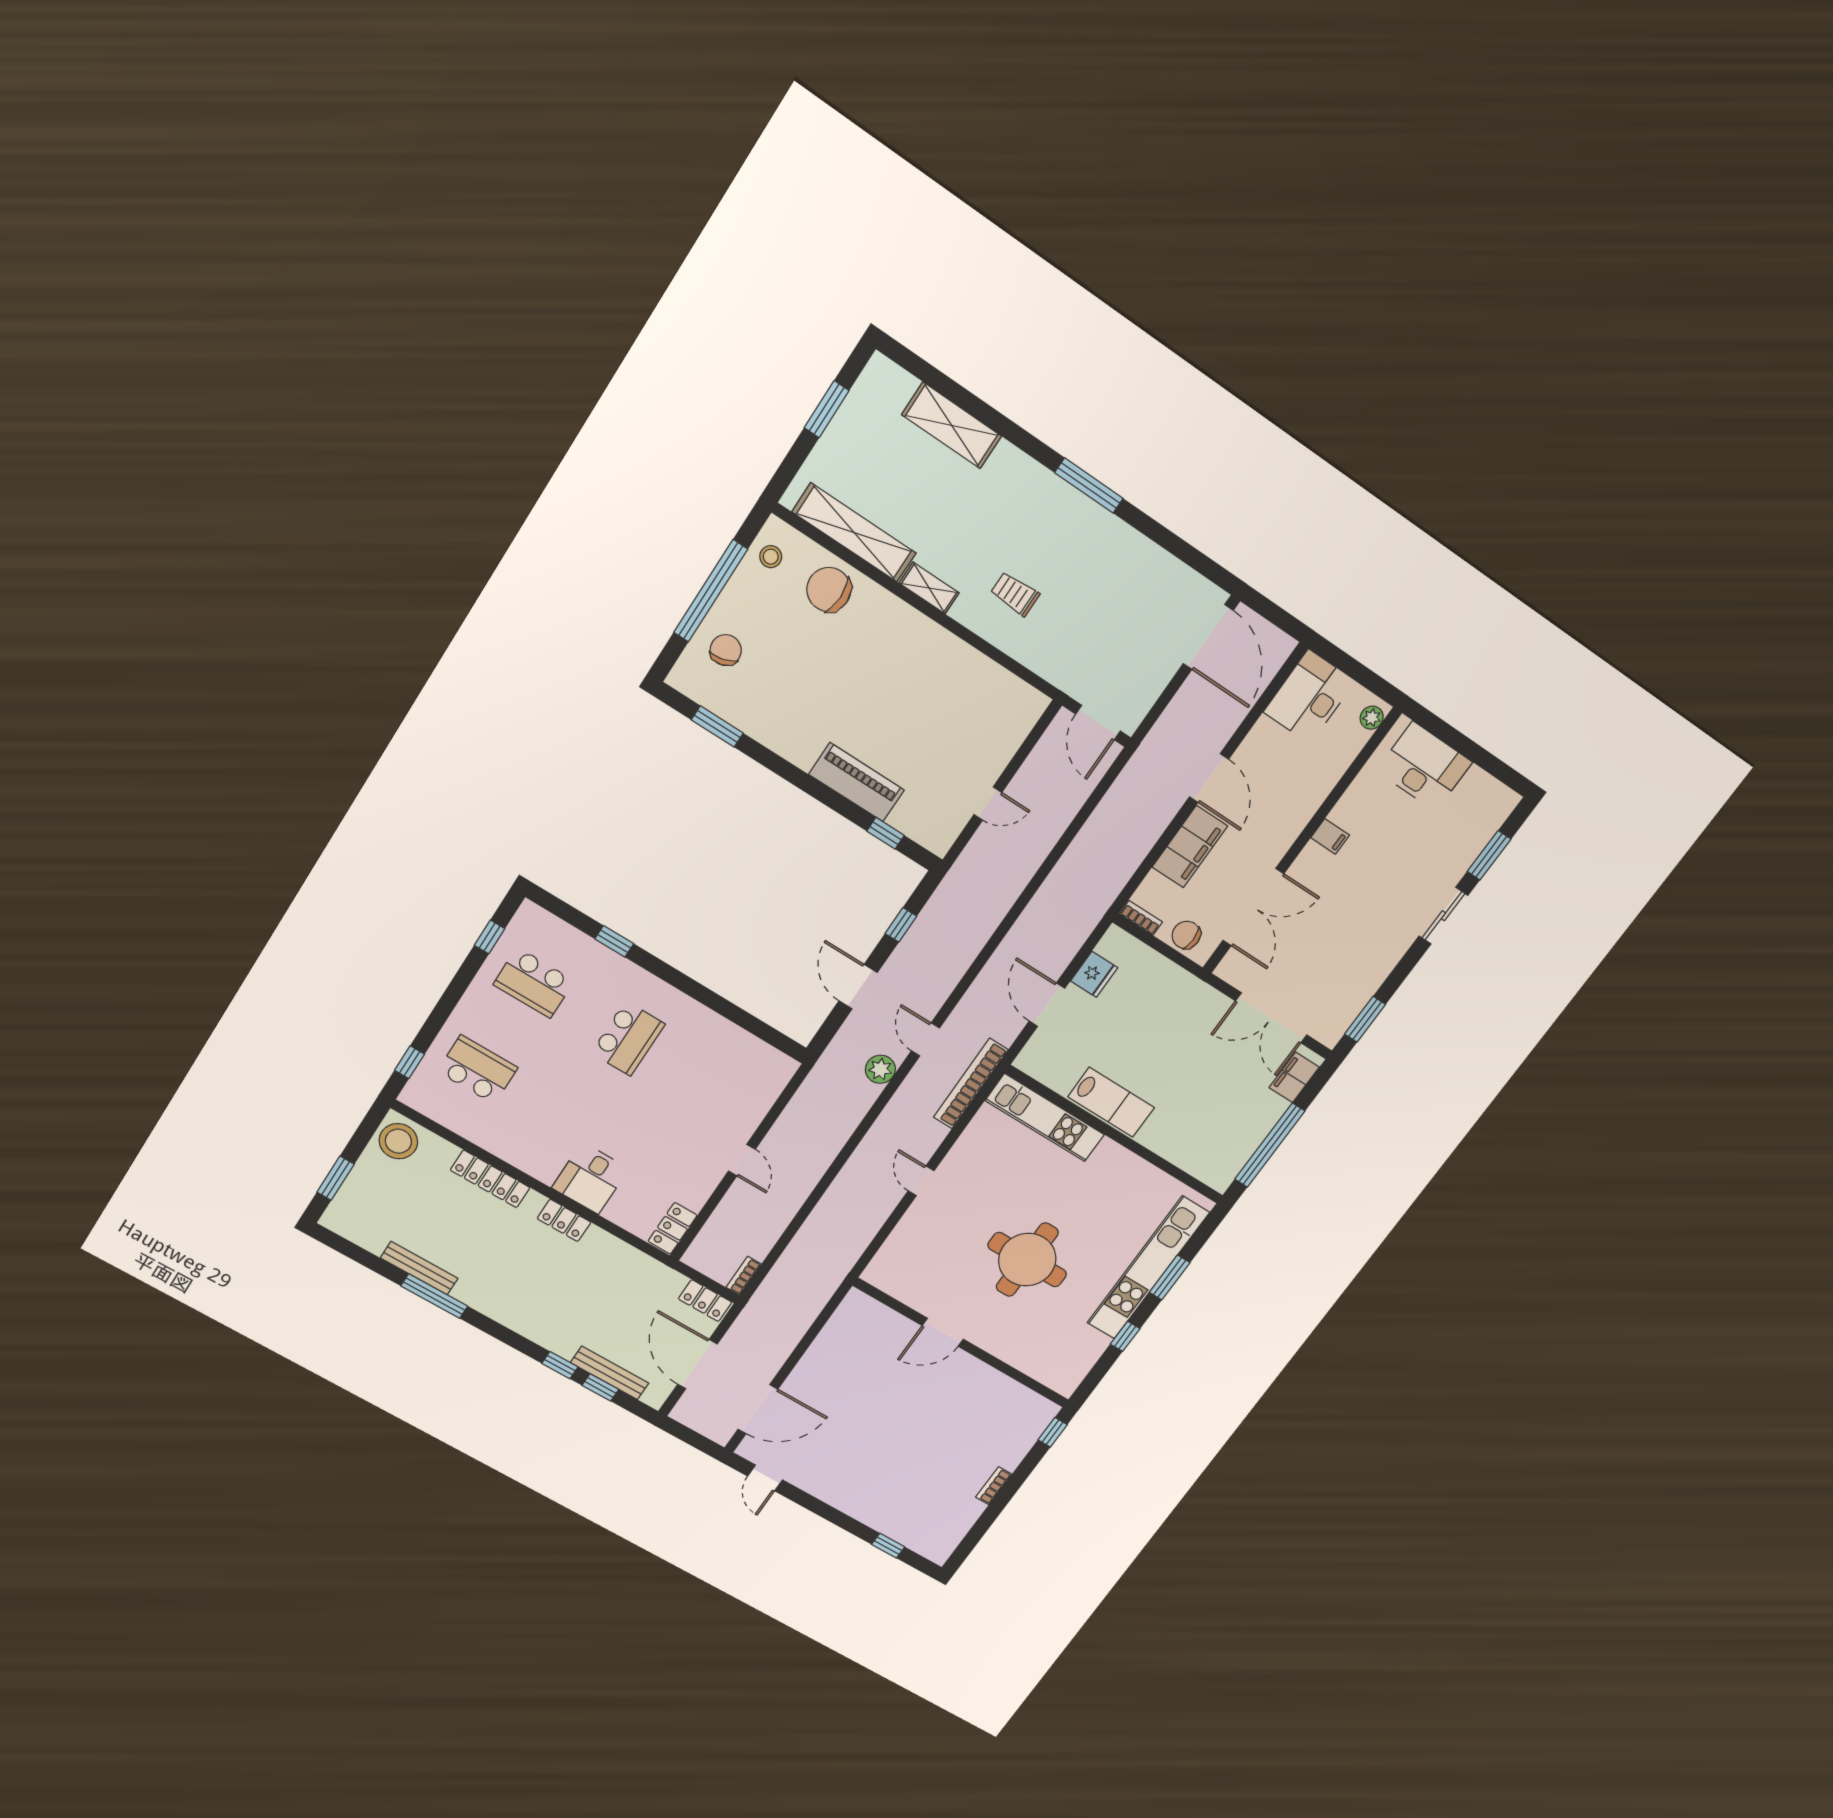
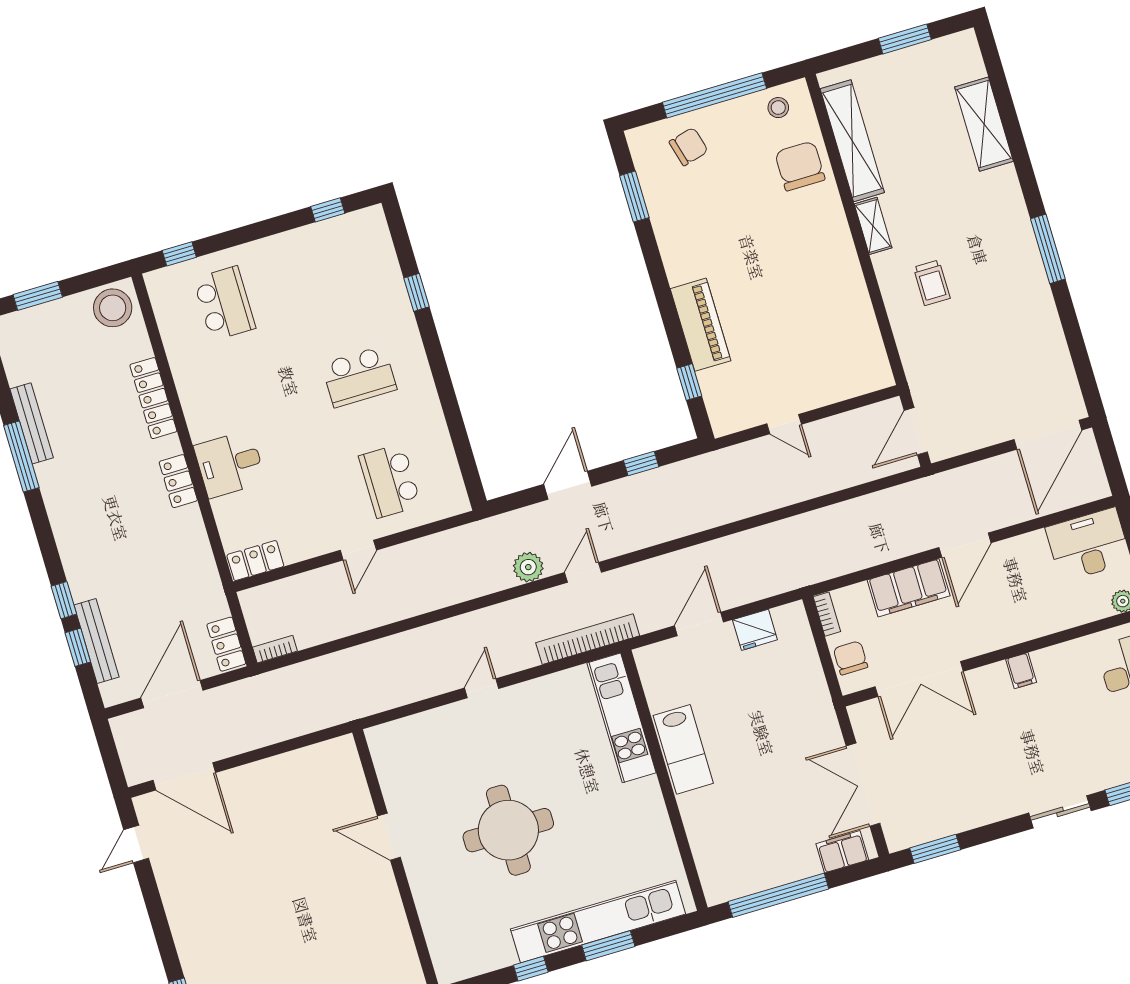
trolley: (1015, 594) -> (932, 283), turned 180
school desk: (534, 983) -> (390, 481), moved

